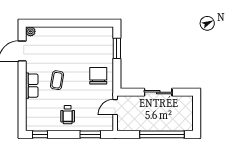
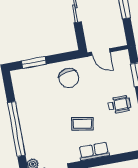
window: (63, 23) -> (16, 129), added
chair: (98, 76) -> (69, 78), turned -100

